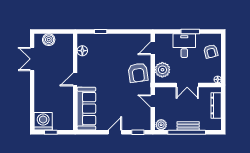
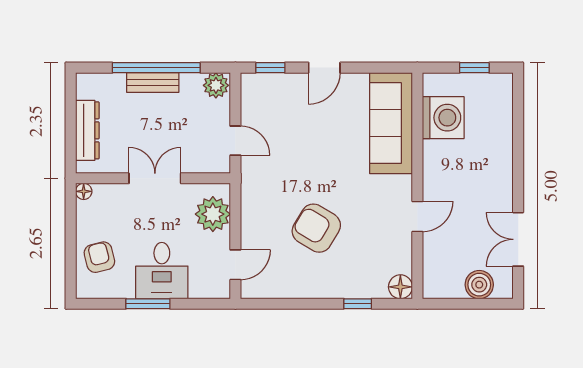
floor lamp: (82, 51) -> (400, 287), moved
double door: (32, 59) -> (518, 239), swing flipped
armchair: (138, 73) -> (316, 228), moved, turned -51
door: (75, 79) -> (417, 216), moved
washing machine: (43, 121) -> (443, 118), moved, turned -90

